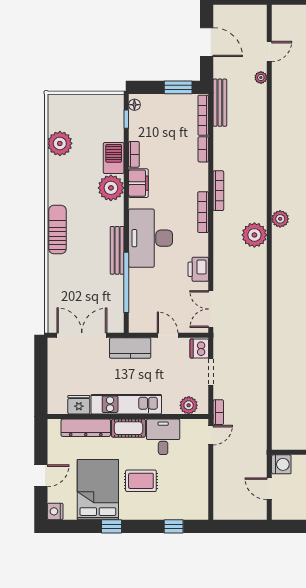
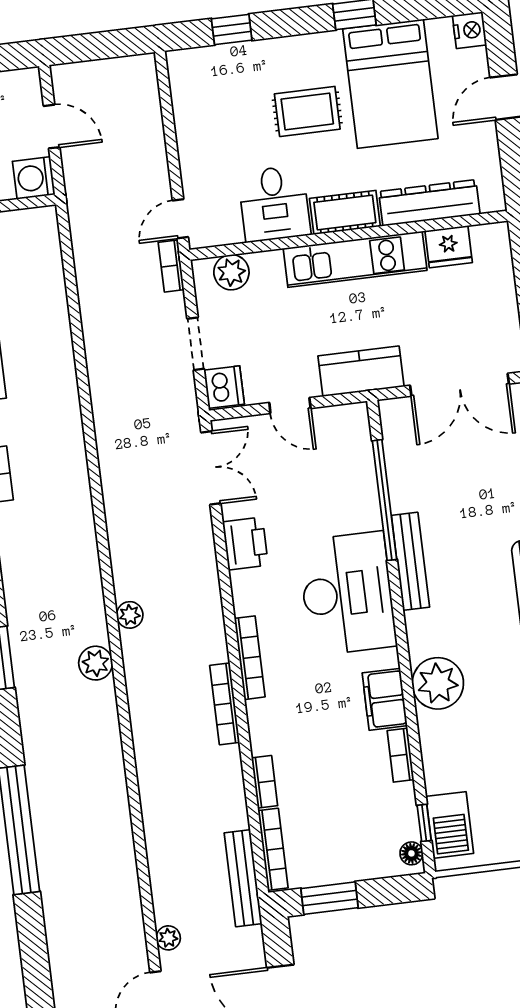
barbecue: (114, 158) -> (450, 825), moved
plant: (254, 235) -> (130, 615), width x0.53, depth x0.53

